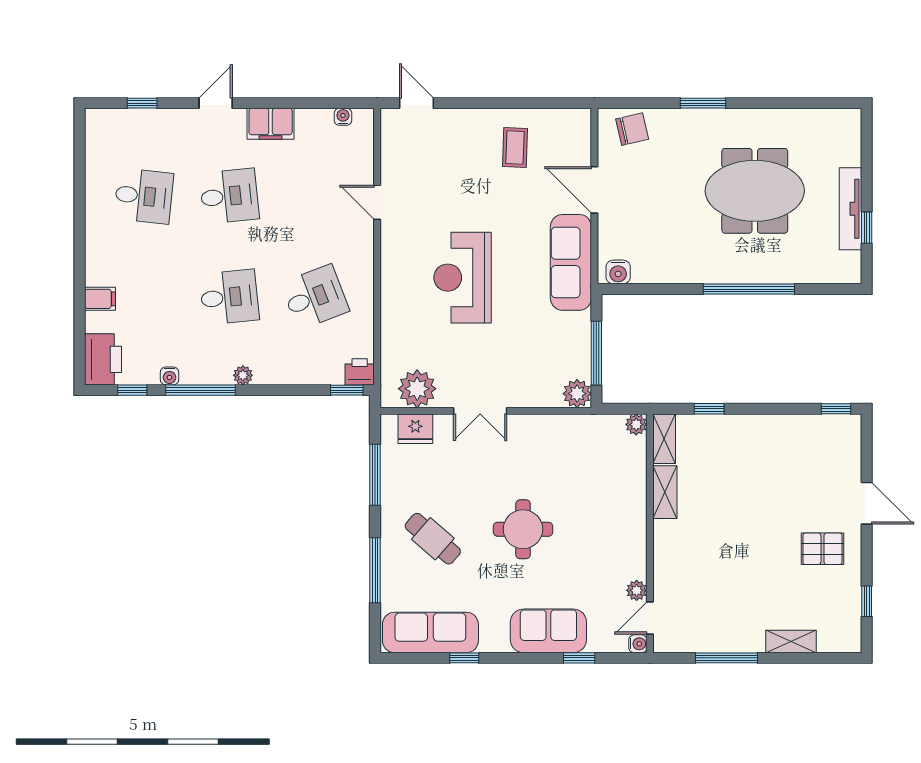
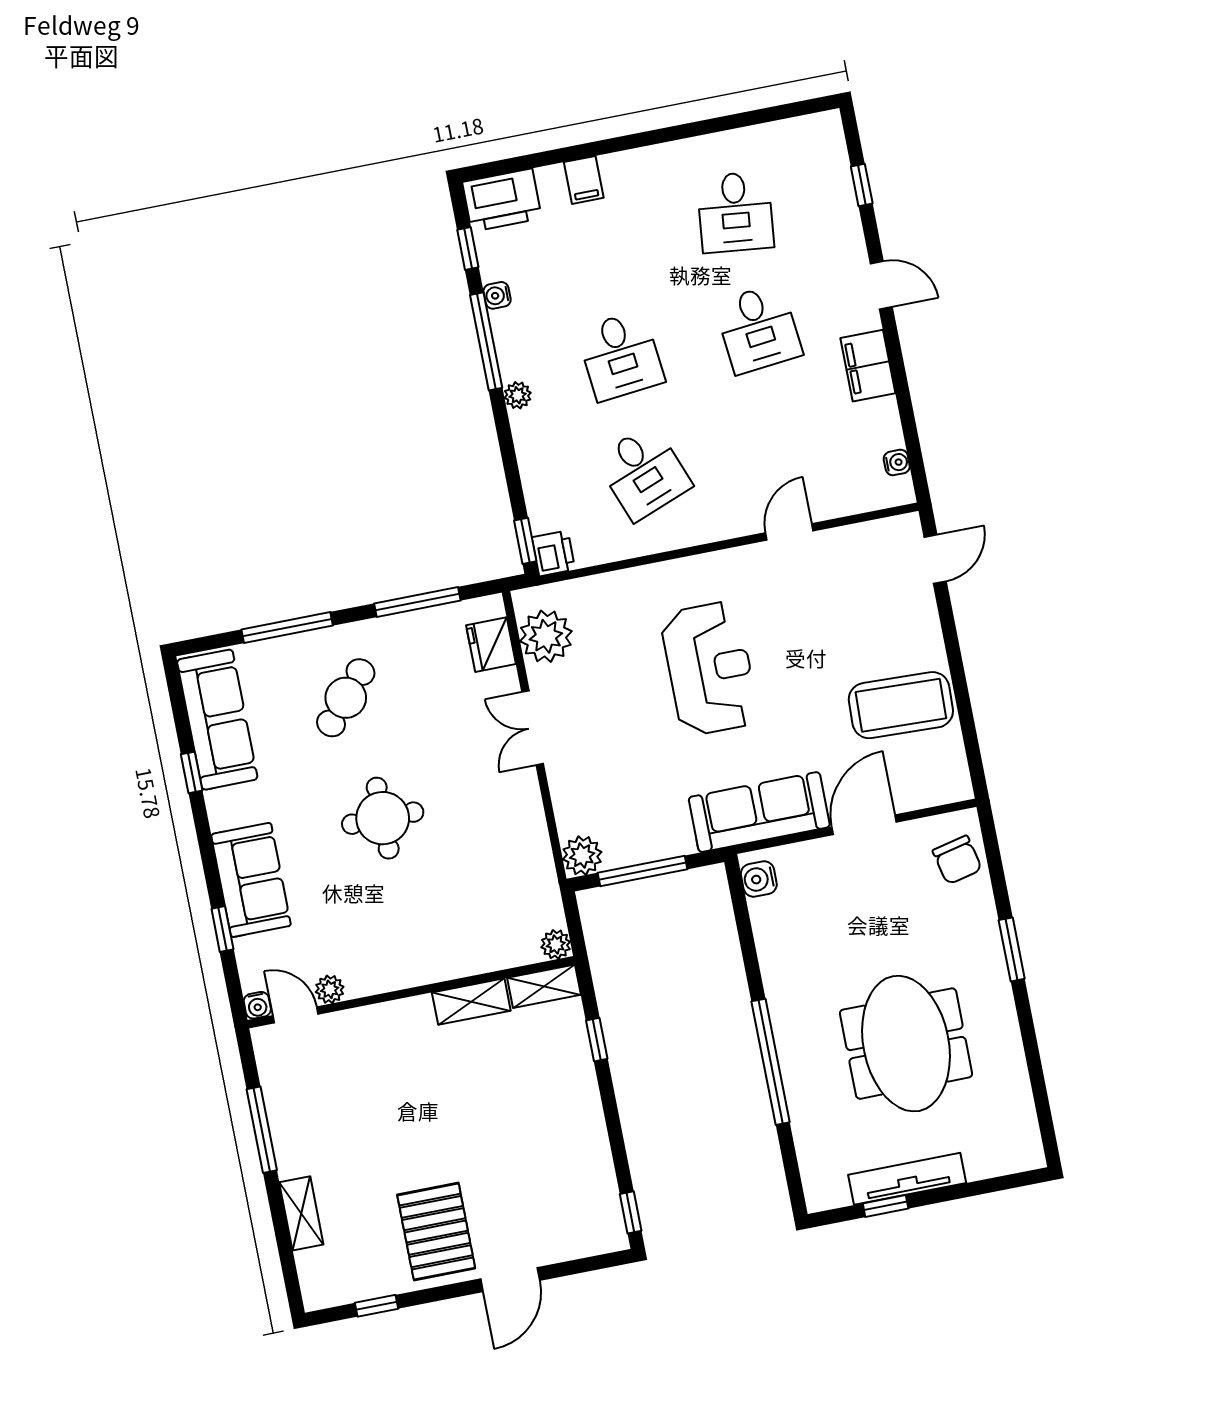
coffee table: (515, 148) -> (901, 705), width x1.86, depth x1.72
reception desk: (463, 278) -> (710, 668), turned 90
pallet: (822, 549) -> (436, 1232), width x1.50, depth x1.42

